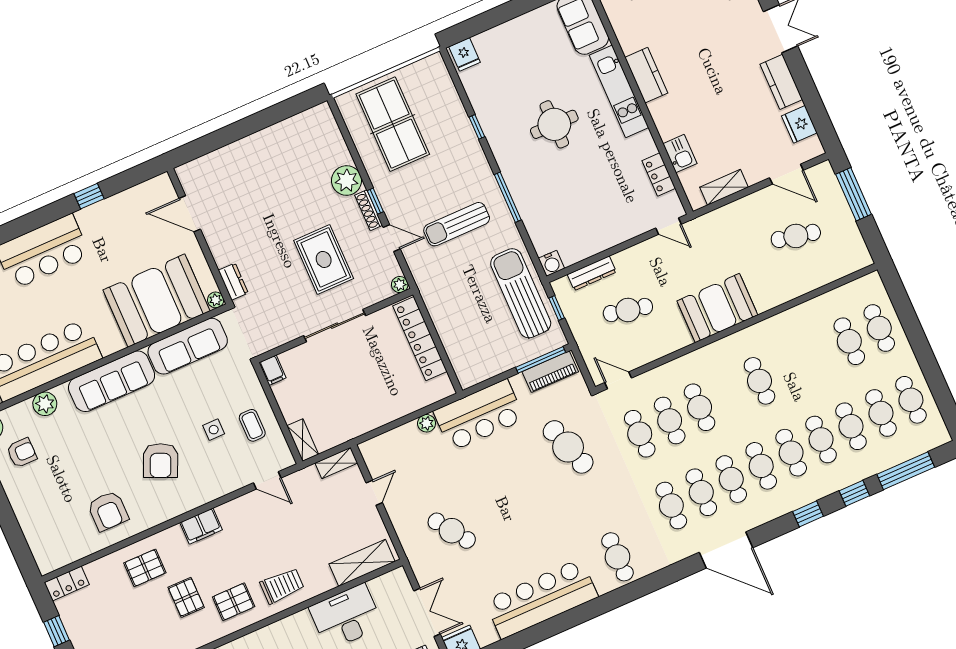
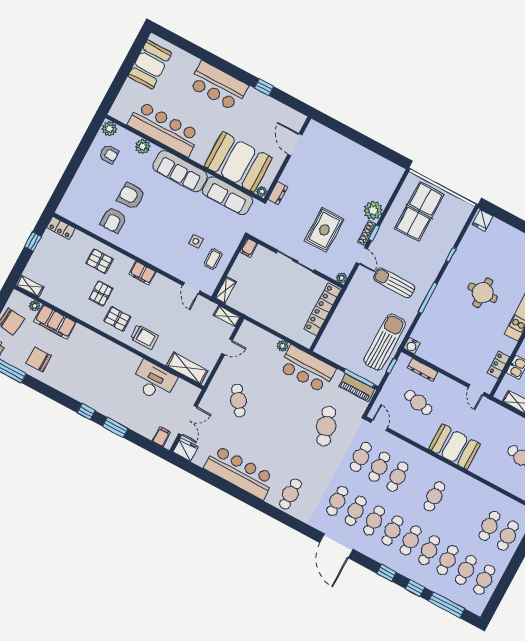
armchair: (161, 461) -> (131, 196), moved, turned 66

